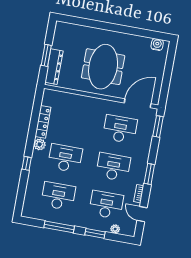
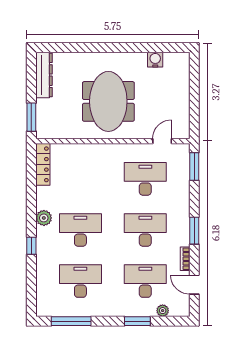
water cooler: (157, 45) -> (155, 60), moved
window: (46, 55) -> (31, 117), moved
dresser: (54, 67) -> (44, 75), moved
door: (138, 103) -> (162, 141), width x0.53
locker: (43, 122) -> (43, 164), moved
window: (59, 227) -> (71, 321), moved

